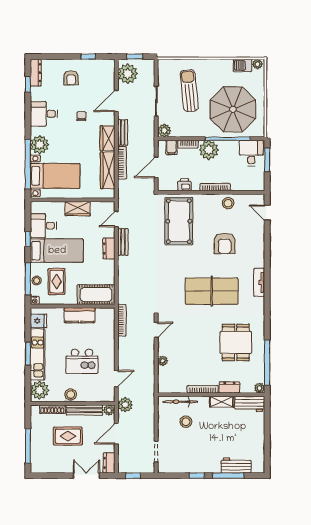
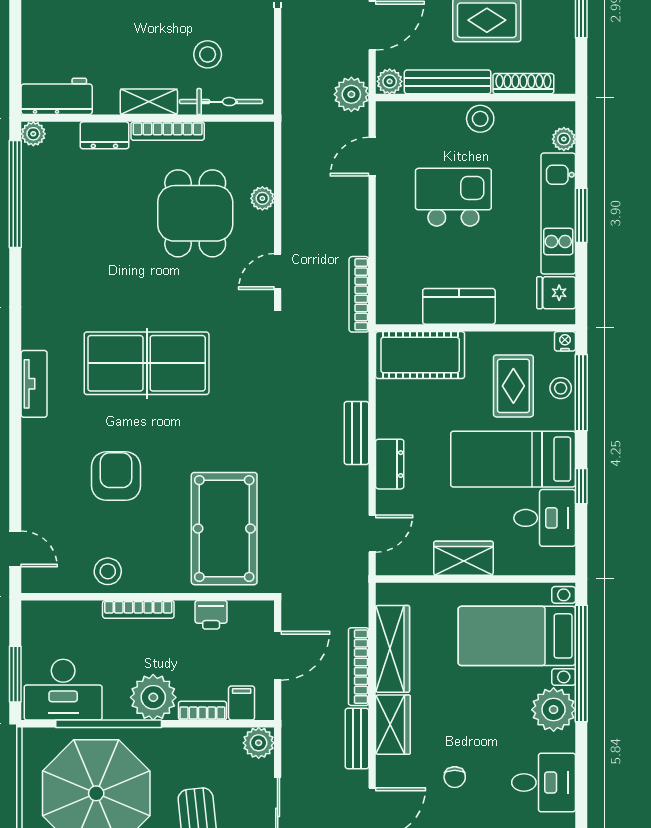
desk: (251, 153) -> (63, 690), width x1.37
bench: (123, 242) -> (356, 433), moved
dining table: (236, 342) -> (195, 213), moved
plant: (40, 390) -> (564, 139), width x0.53, depth x0.53
shelving: (222, 402) -> (149, 102), moved

